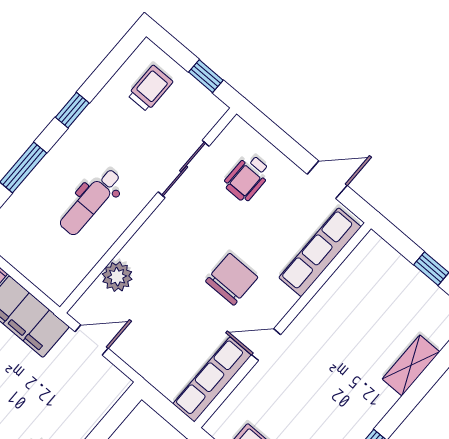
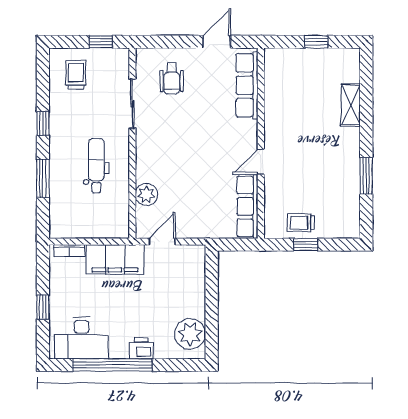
dental chair: (90, 202) -> (96, 166), turned 180
chair: (232, 279) -> (211, 142), removed

